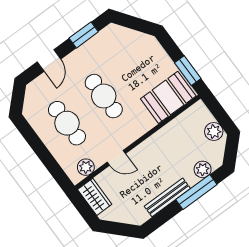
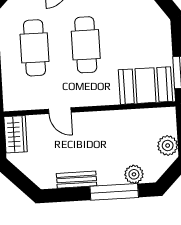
plant: (86, 167) -> (25, 101), removed
bench: (167, 197) -> (77, 180), width x0.73

